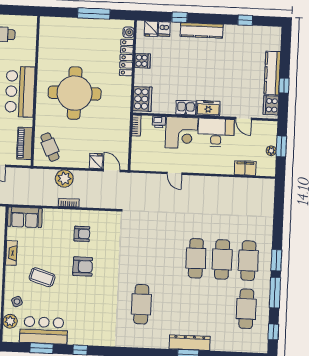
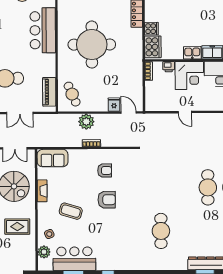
cooker: (143, 61) -> (151, 29), moved
bar counter: (20, 92) -> (43, 30), moved

